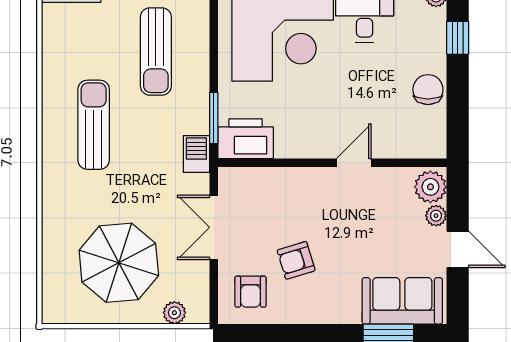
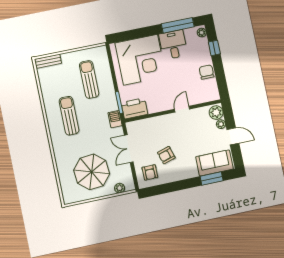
sun lounger: (156, 52) -> (89, 79), turned 180

